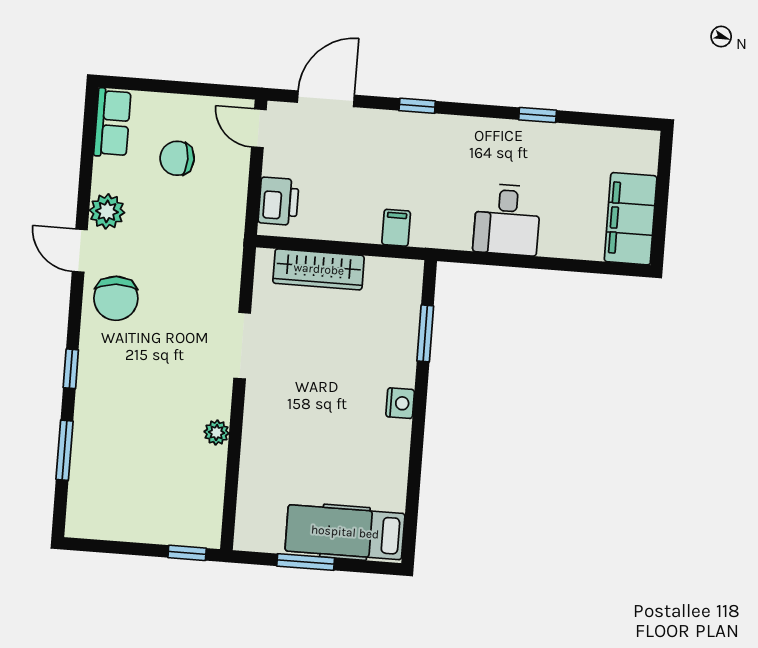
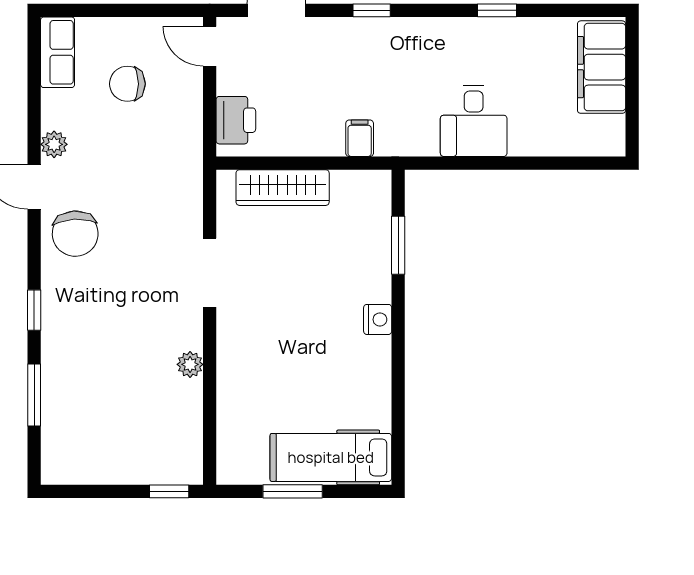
plant: (107, 211) -> (54, 144), width x0.73, depth x0.73
filing cabinet: (631, 219) -> (602, 67), moved

